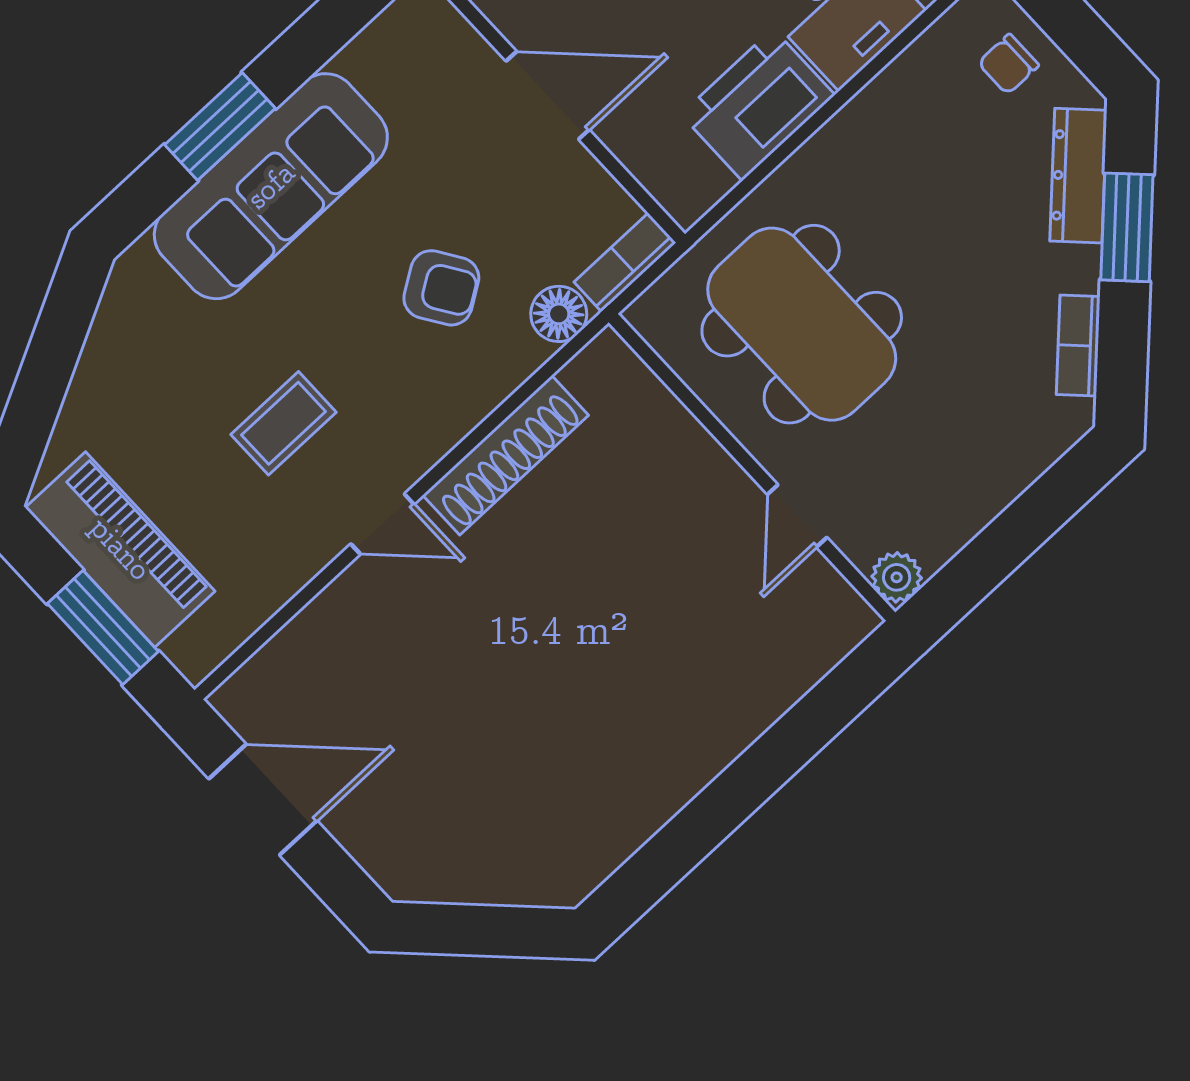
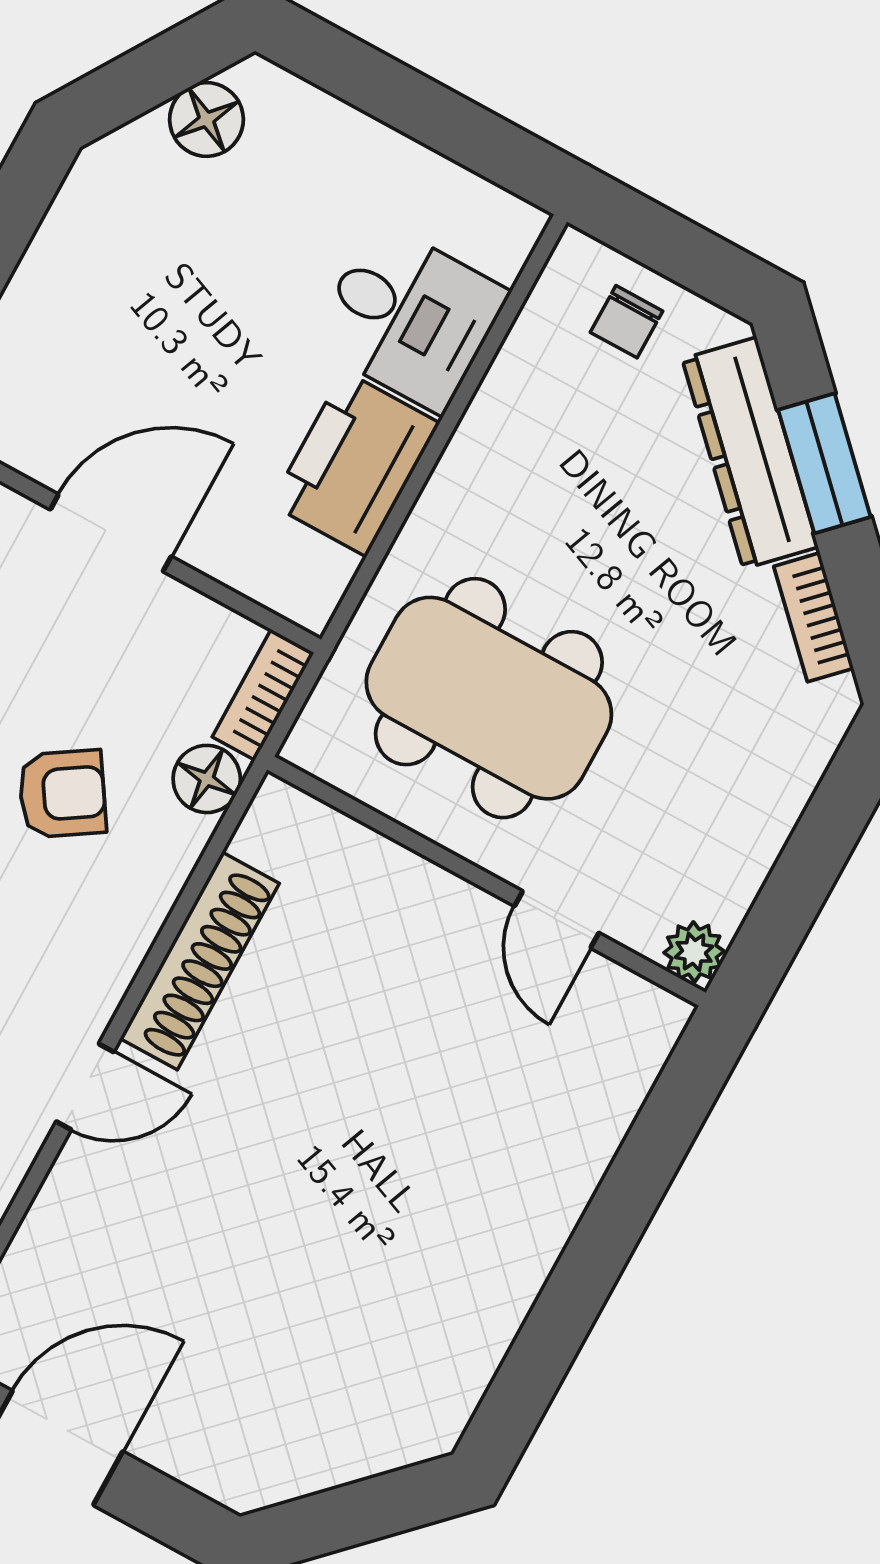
dresser: (1078, 176) -> (750, 453), width x1.37, depth x1.24

